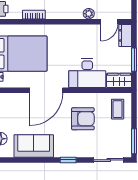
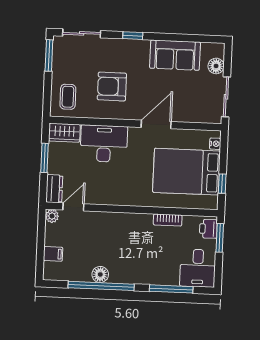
plant: (89, 14) -> (52, 216), moved
door: (46, 90) -> (156, 124), width x0.73

